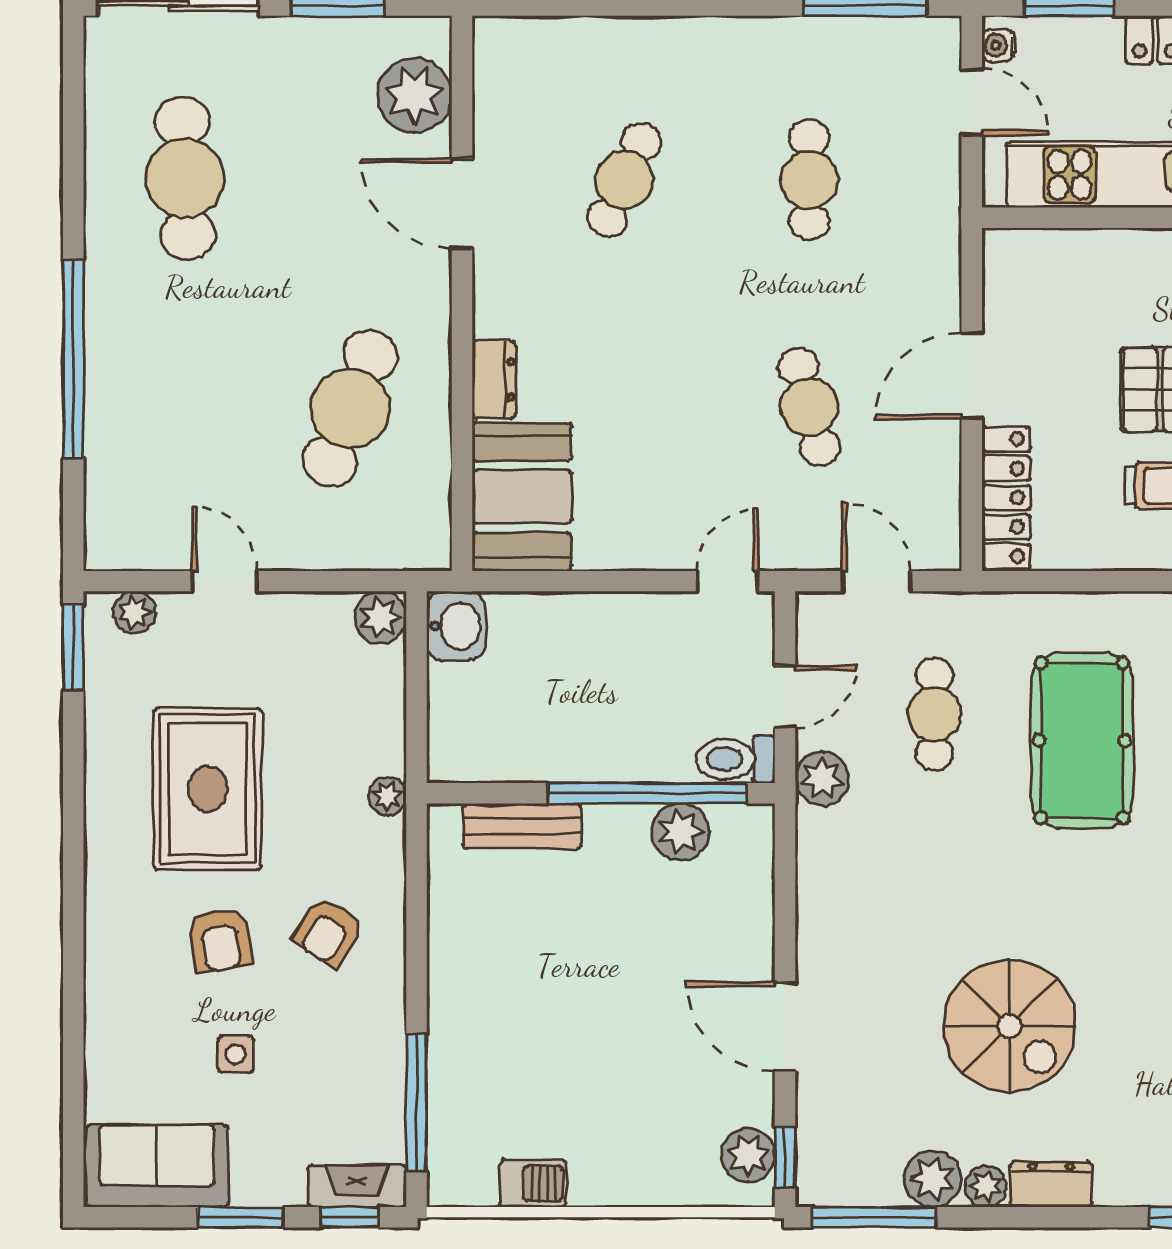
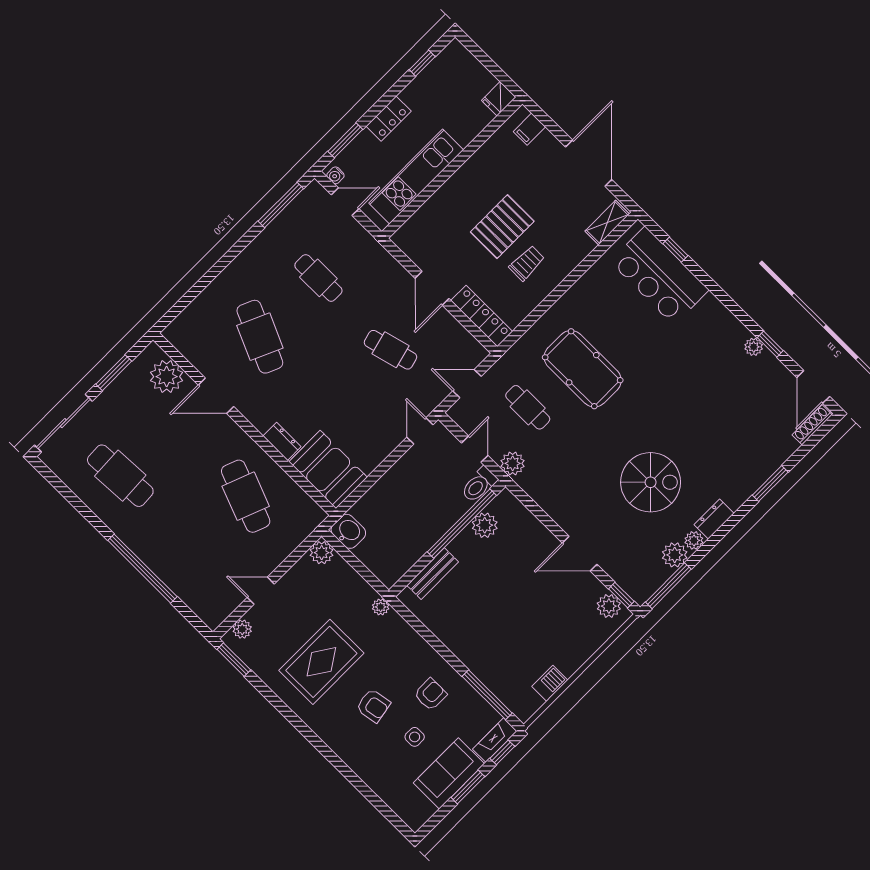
cafe table: (624, 180) -> (260, 337), width x1.37, depth x1.35
rug: (208, 789) -> (321, 662), turned 90
armchair: (328, 932) -> (430, 694), moved, turned -122
sofa: (157, 1166) -> (449, 773), moved

